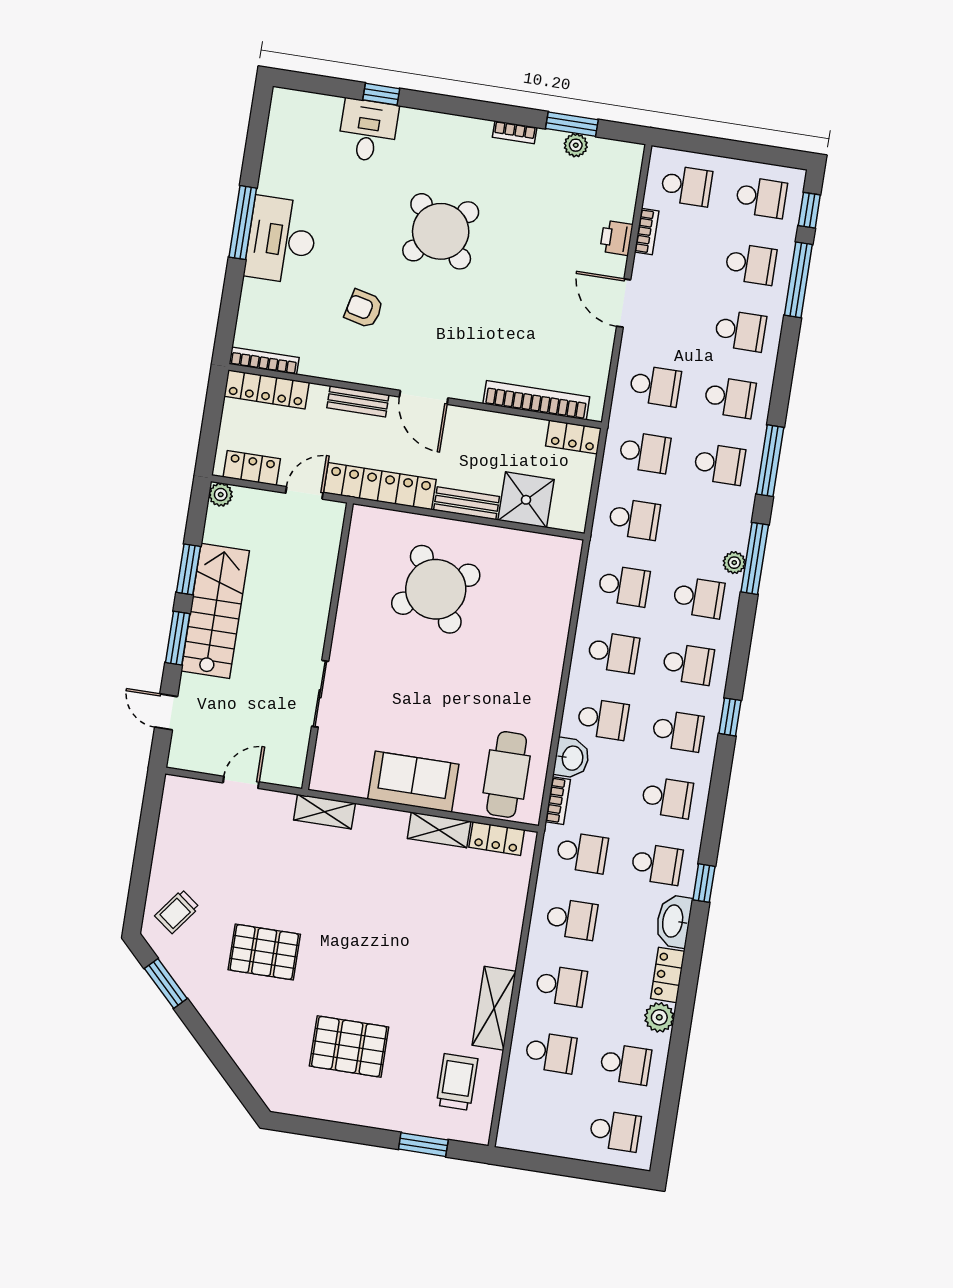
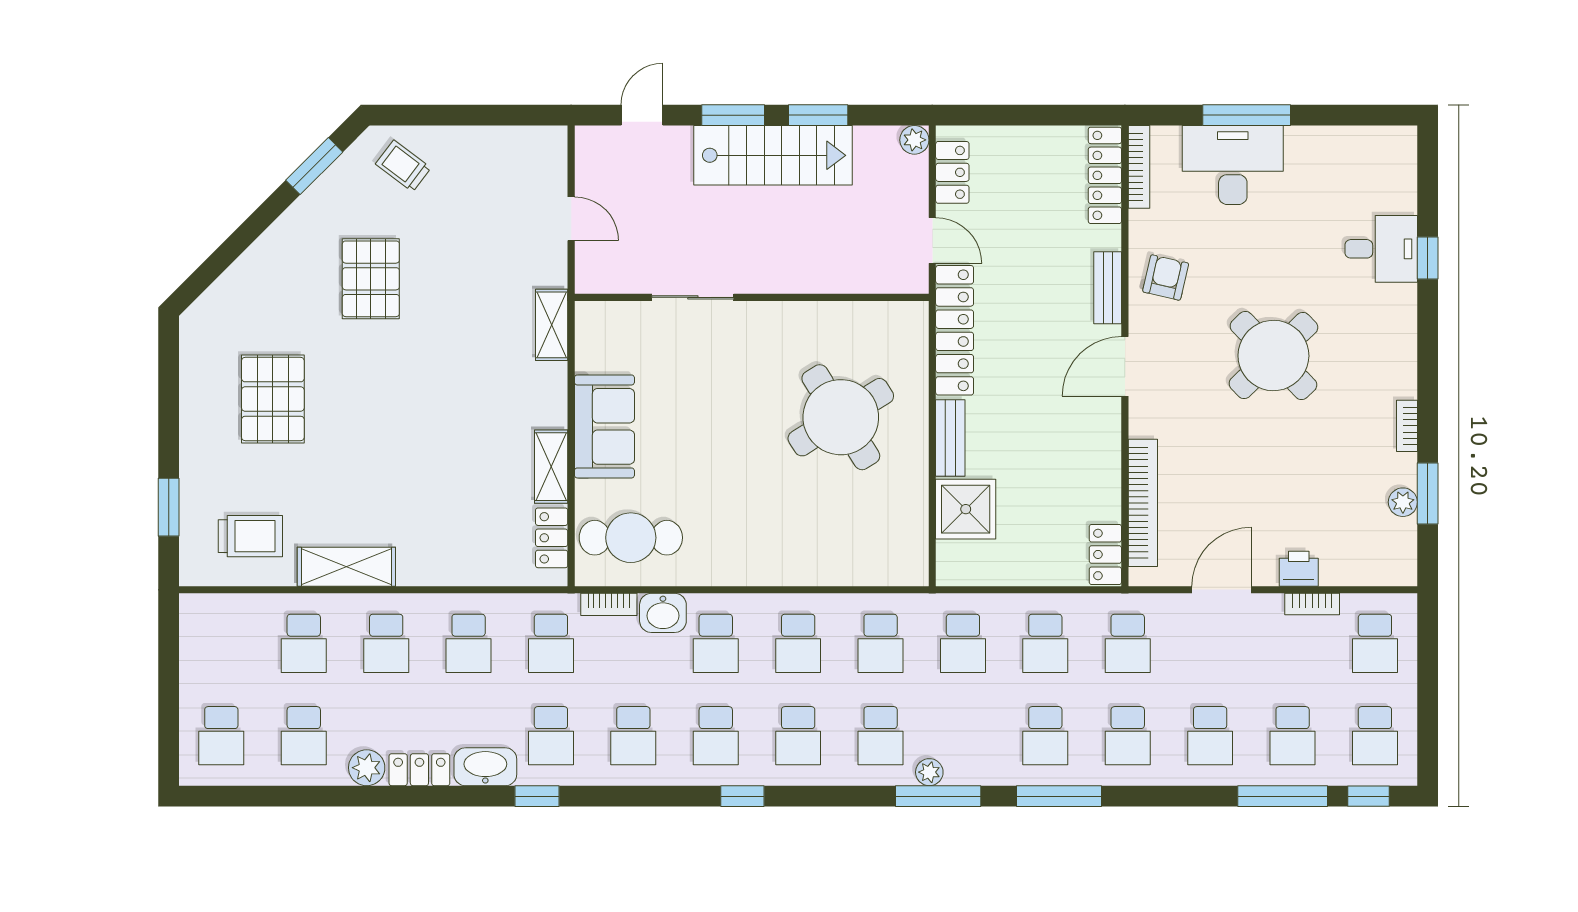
bookcase: (264, 361) -> (1139, 167), moved
locker: (267, 389) -> (1105, 175), moved
wall: (415, 396) -> (1125, 356), moved
door: (424, 397) -> (1125, 366), moved
bookcase: (536, 400) -> (1143, 503), moved
bench: (358, 401) -> (1108, 288), moved
locker: (573, 437) -> (1105, 554), moved

